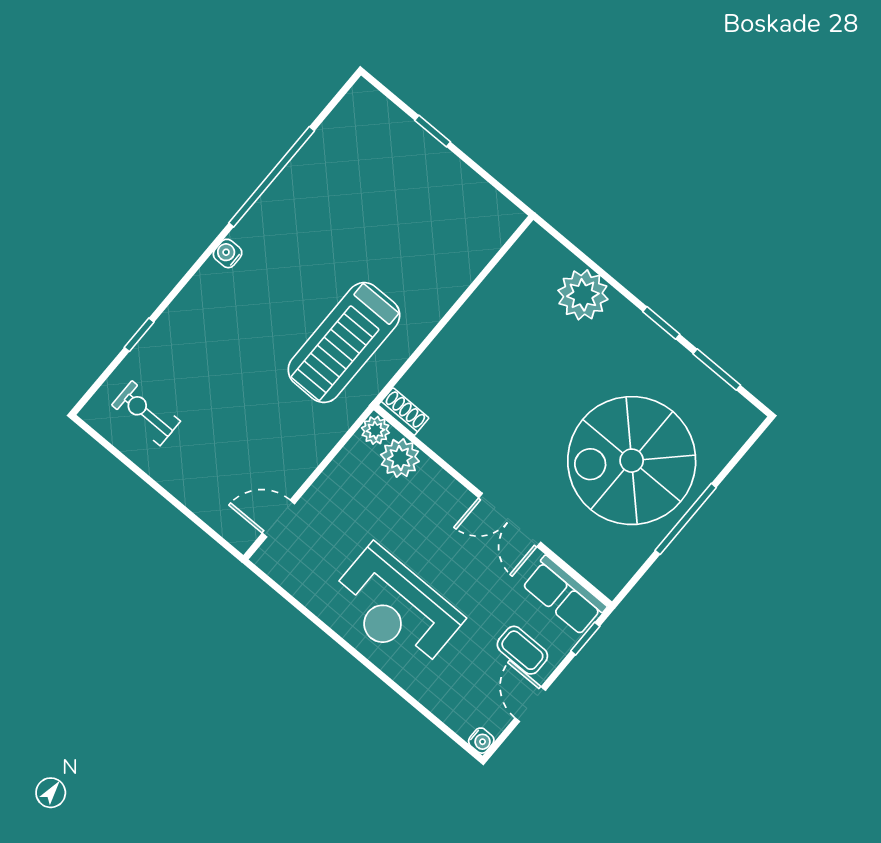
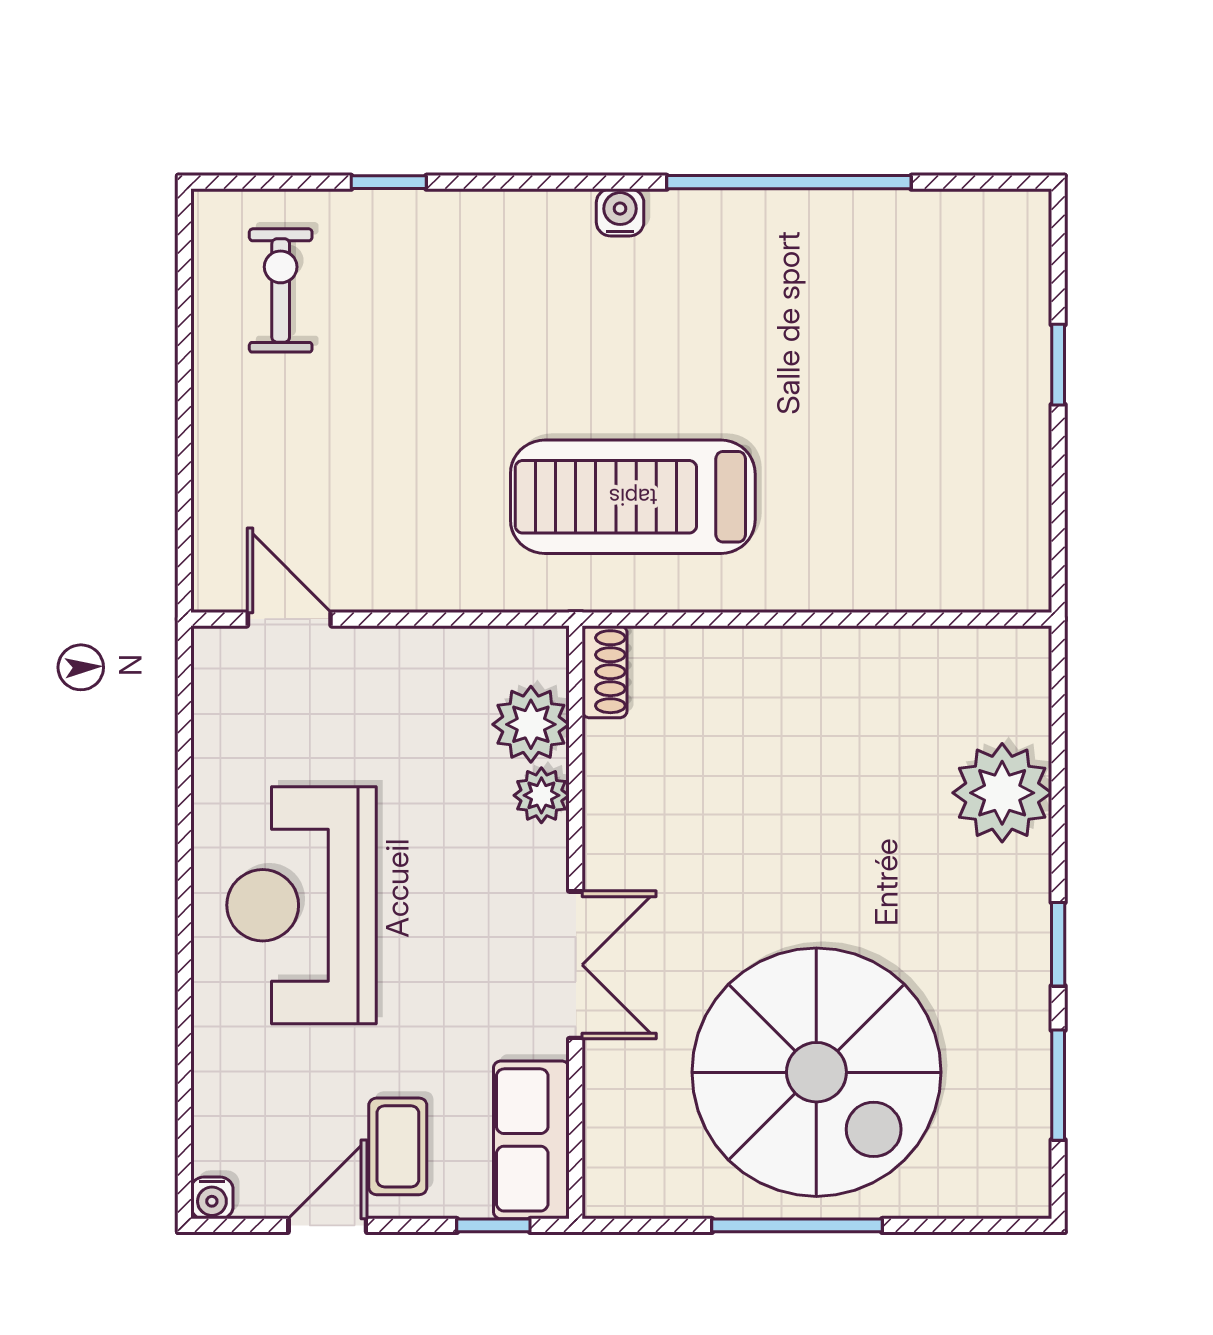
plant: (375, 430) -> (541, 795), moved
spiral stairs: (632, 461) -> (816, 1072), turned 180
double door: (510, 520) -> (576, 965), swing flipped

